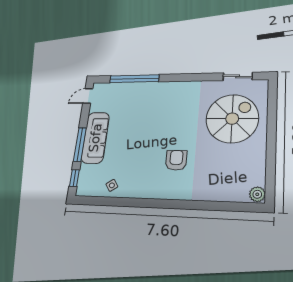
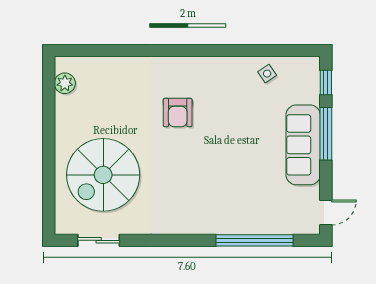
plant: (257, 194) -> (65, 83), moved

